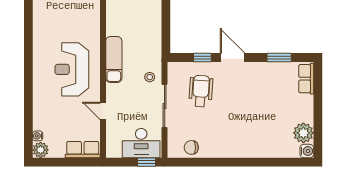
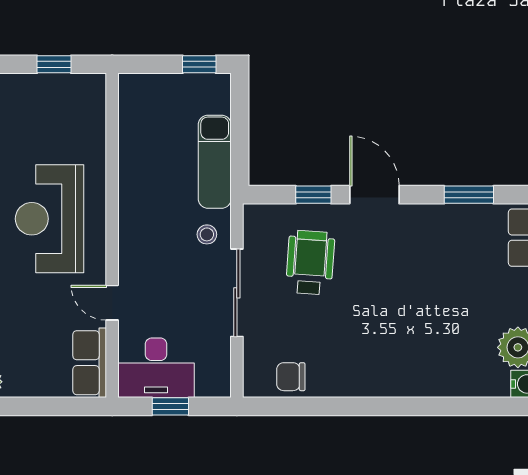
exam couch: (114, 59) -> (215, 162), moved, turned 180
desk: (141, 143) -> (156, 368), moved
row of seats: (83, 150) -> (90, 363), moved, turned -90
window: (146, 162) -> (170, 406), moved

